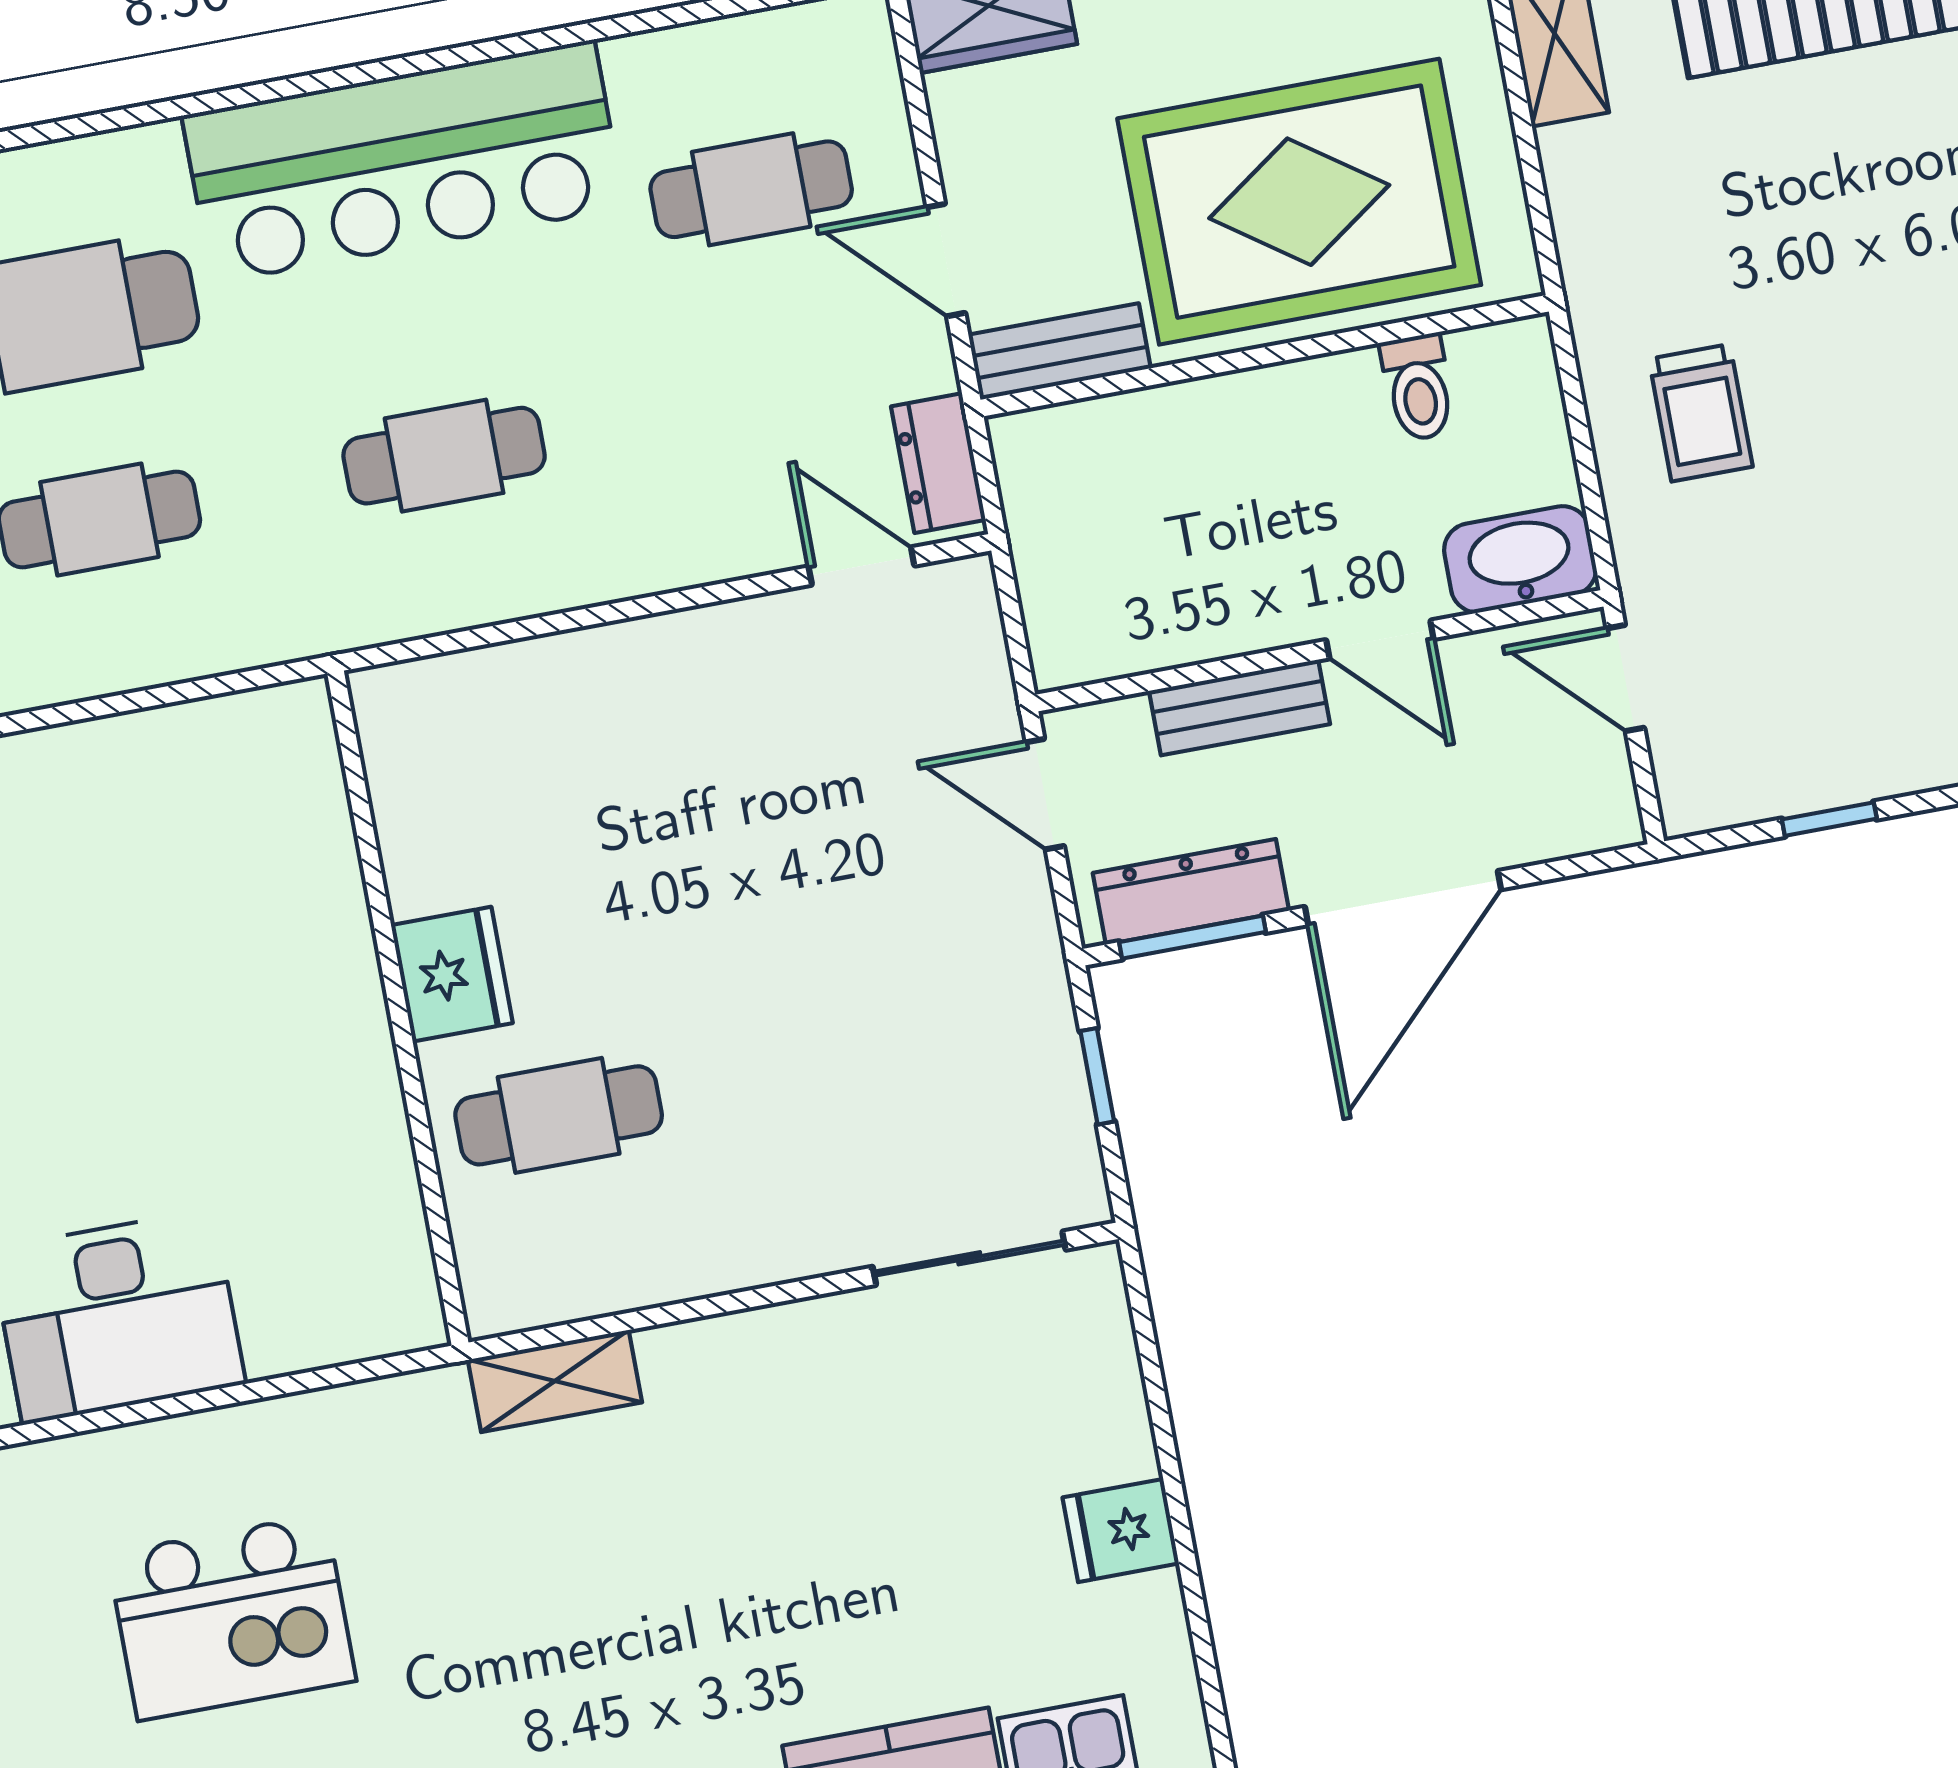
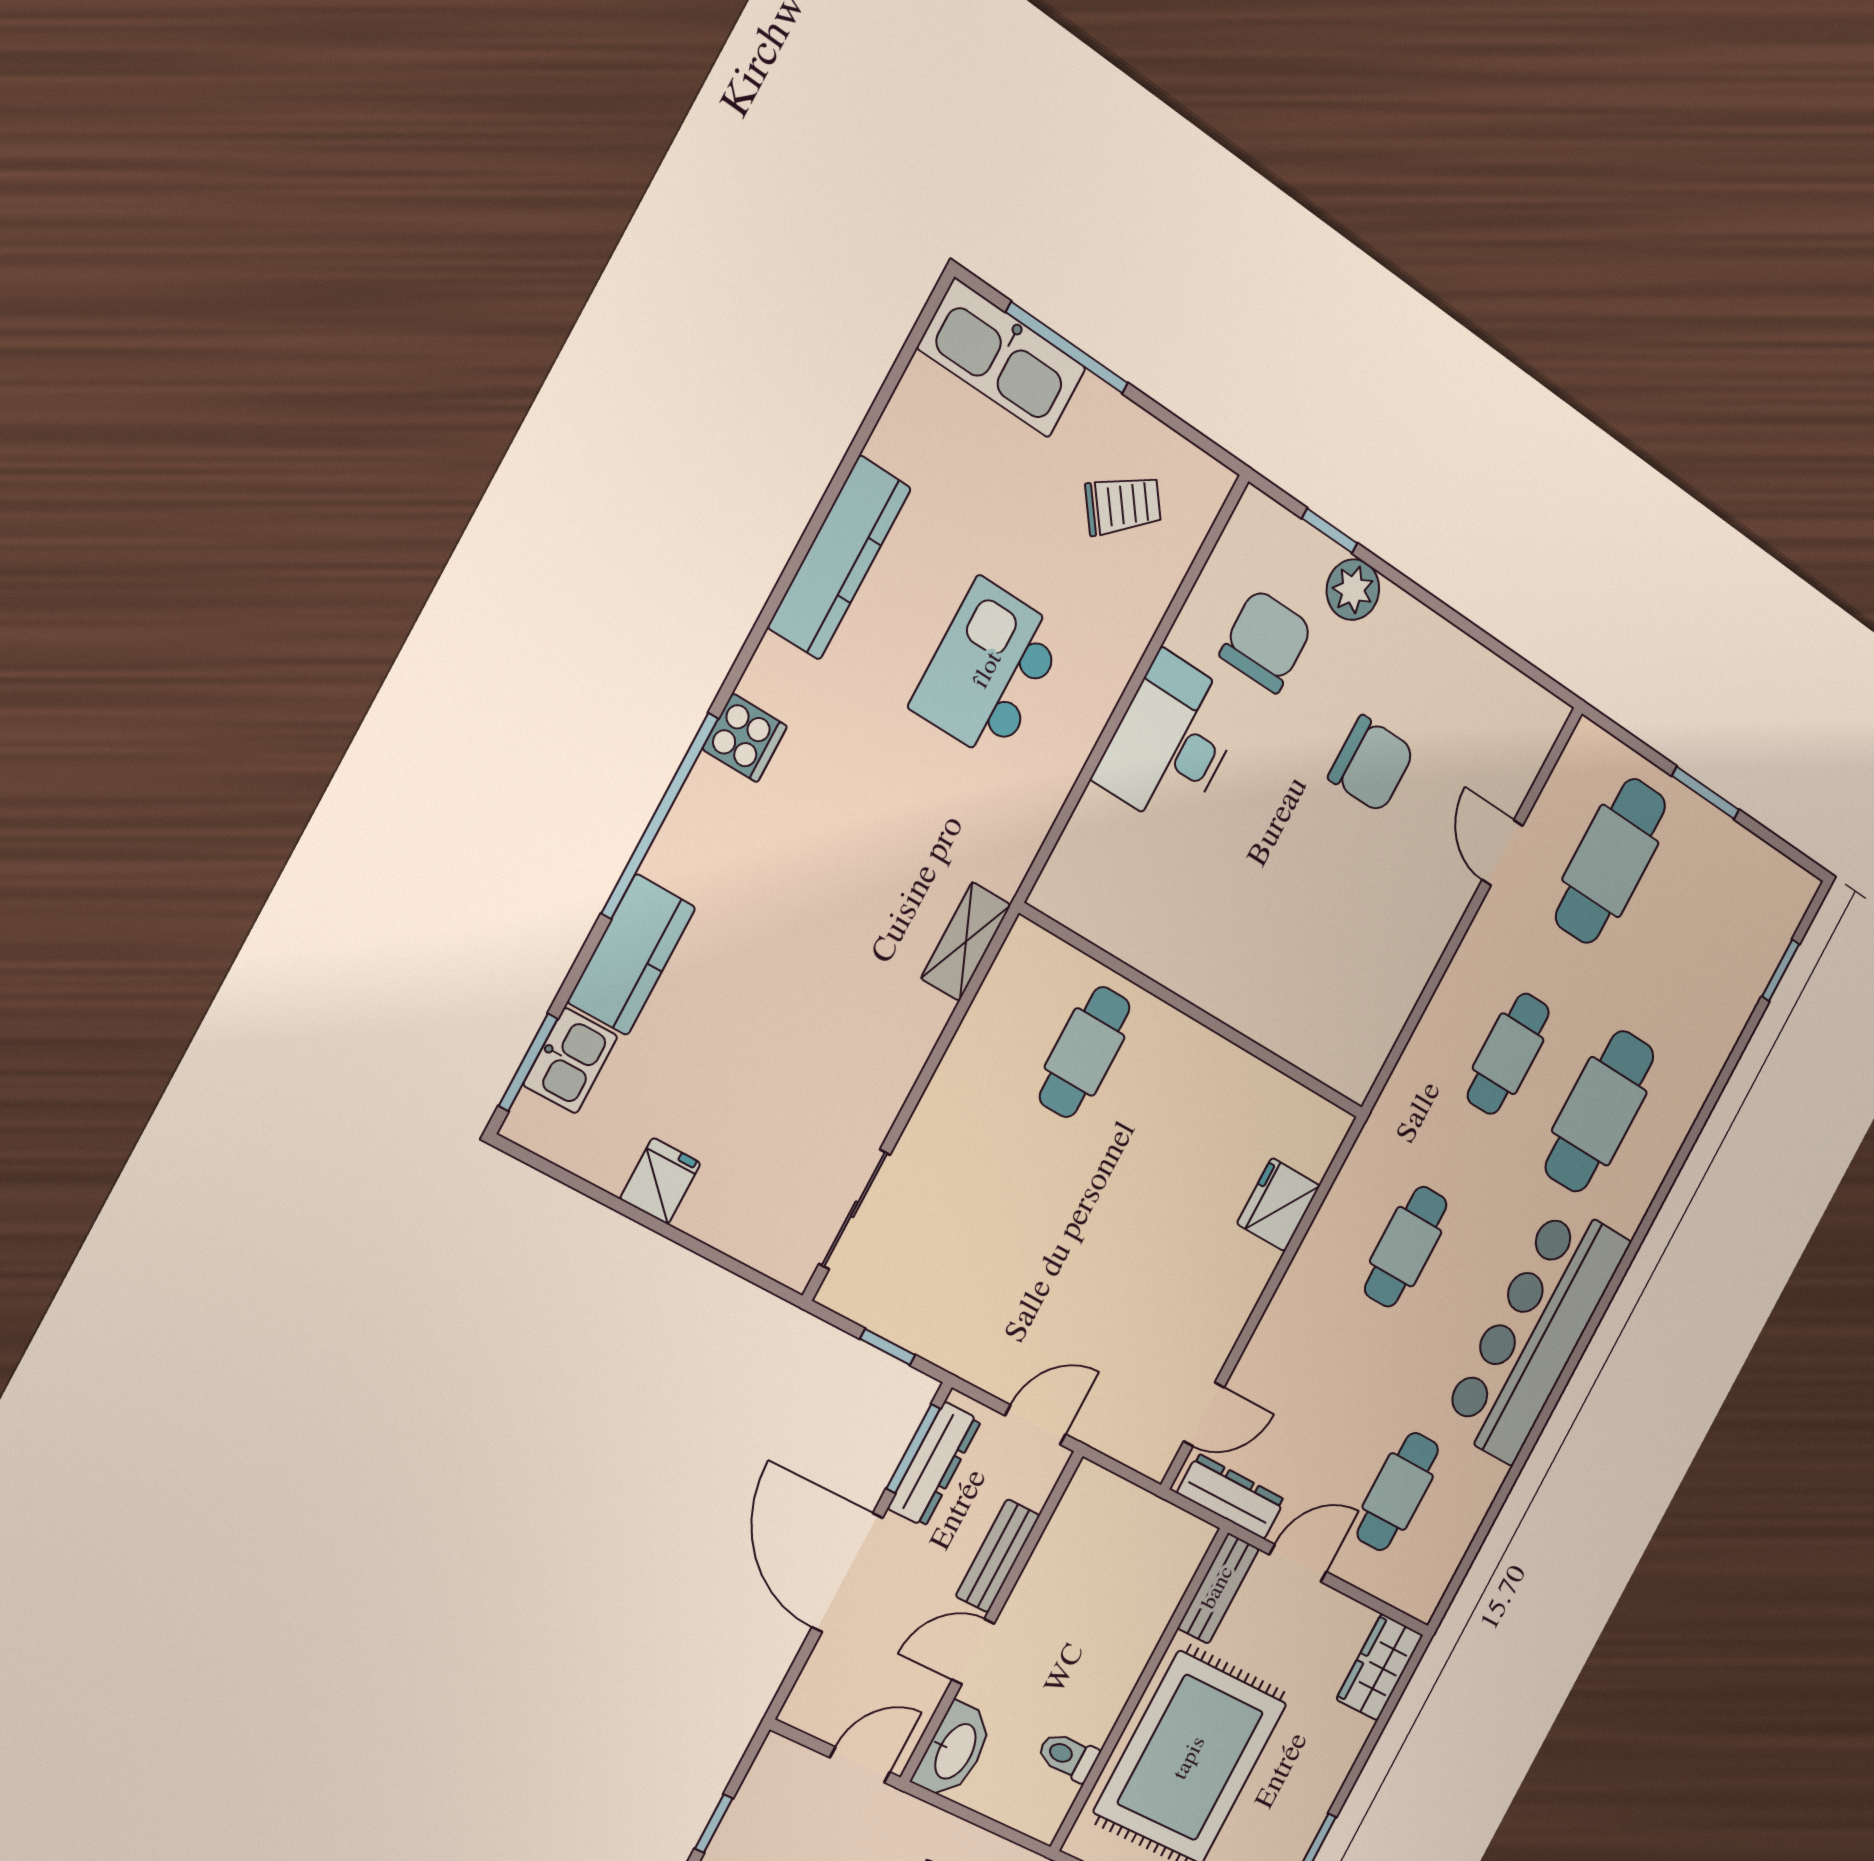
dresser: (938, 463) -> (1231, 1496), width x1.44
fridge: (452, 974) -> (1278, 1205), moved, turned 90

